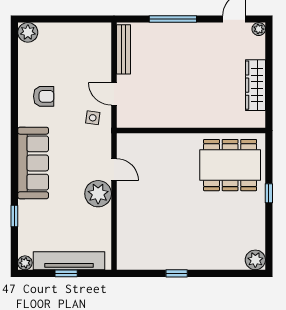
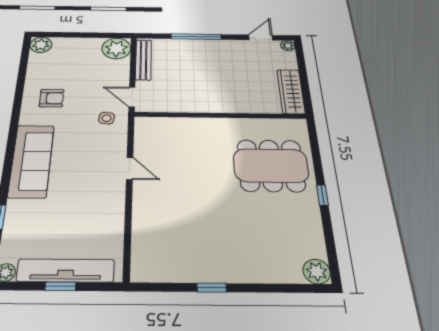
wall: (191, 131) -> (220, 115), moved
plant: (98, 194) -> (116, 48), moved

